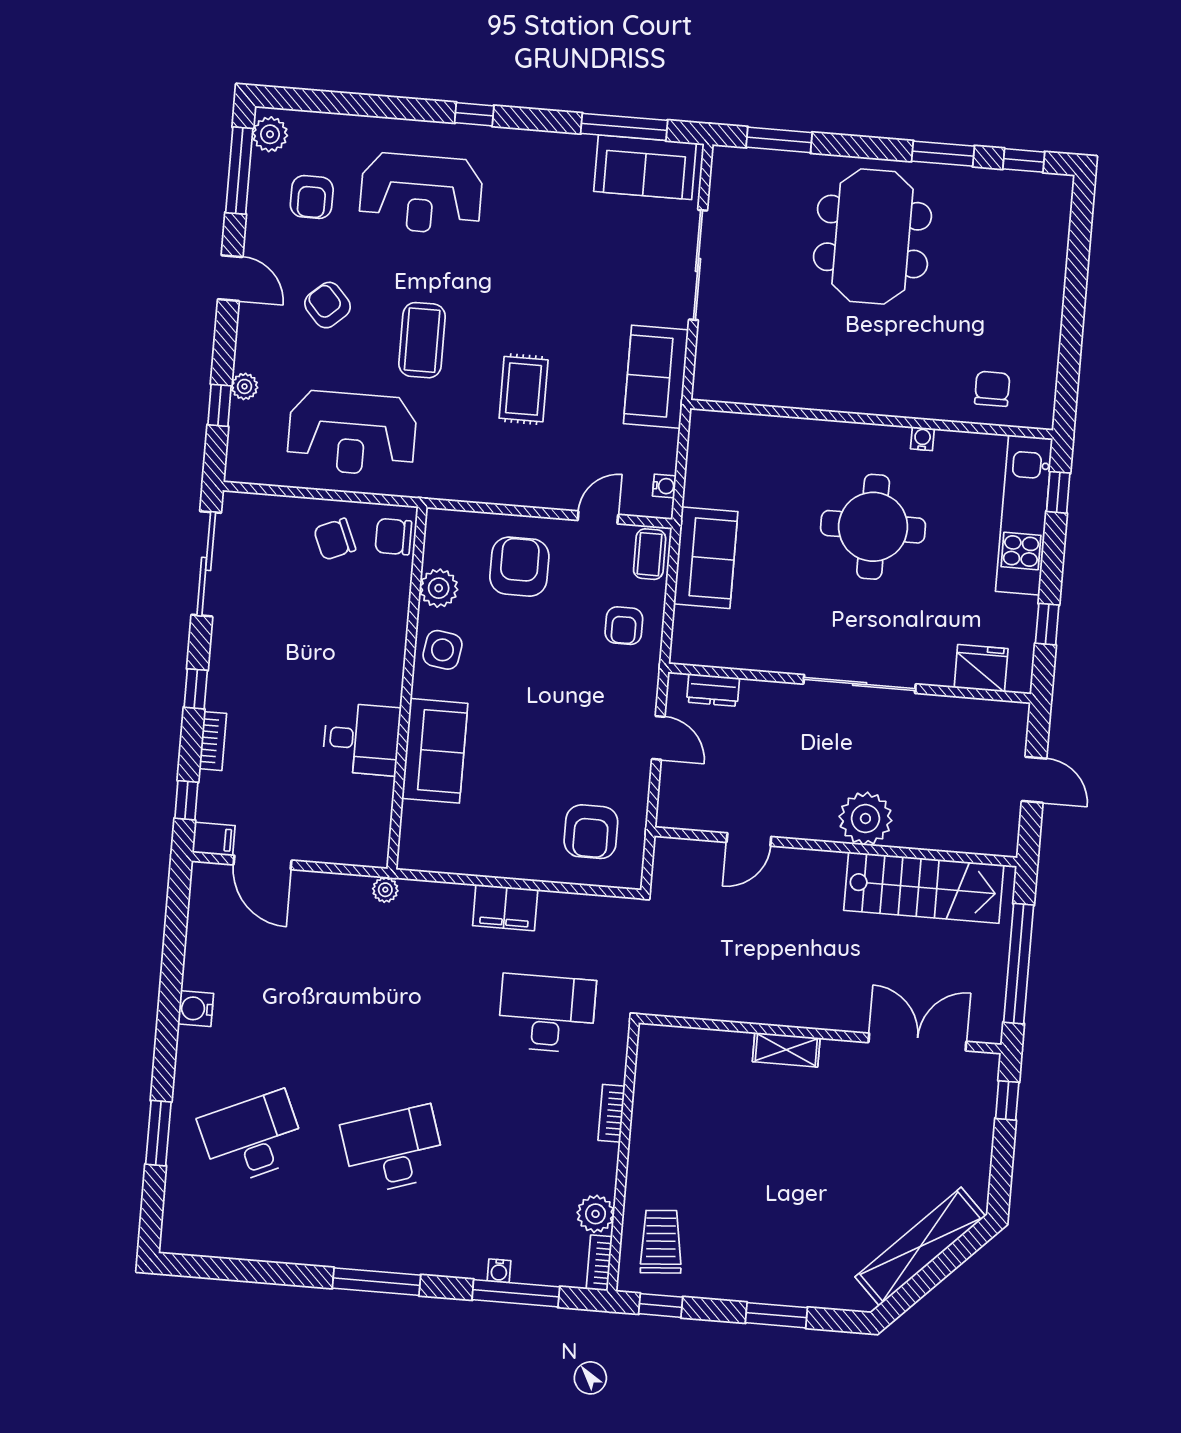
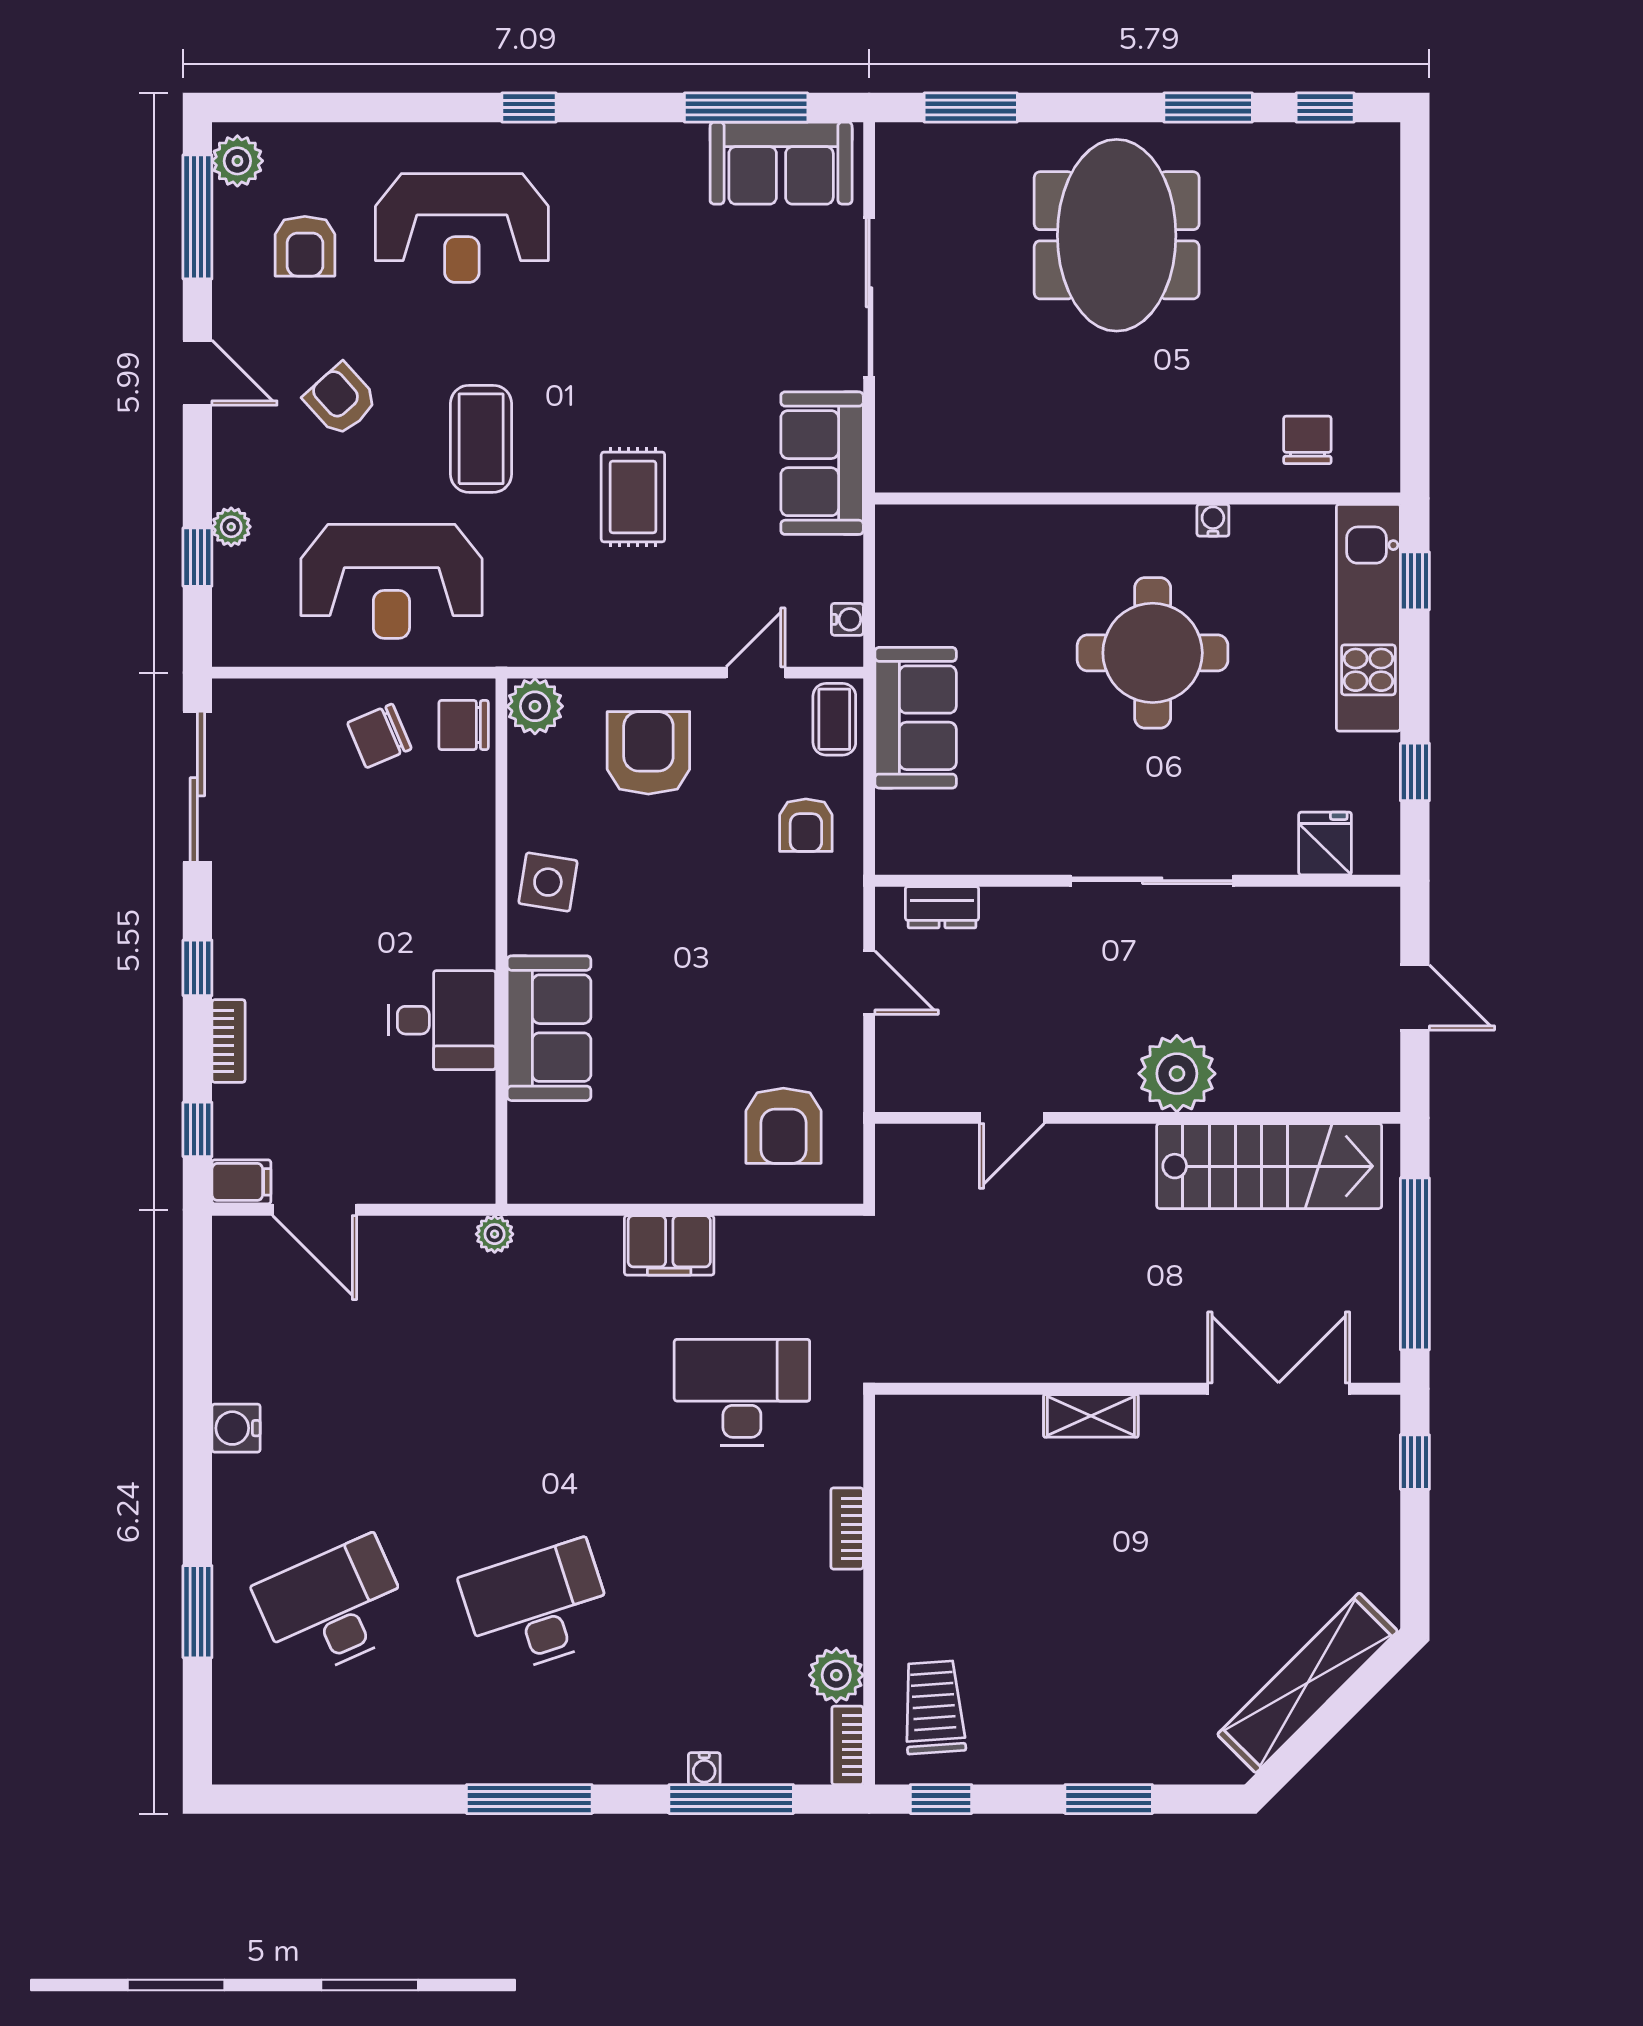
plant: (439, 588) -> (535, 706), moved
fridge: (981, 668) -> (1325, 843), width x0.72

